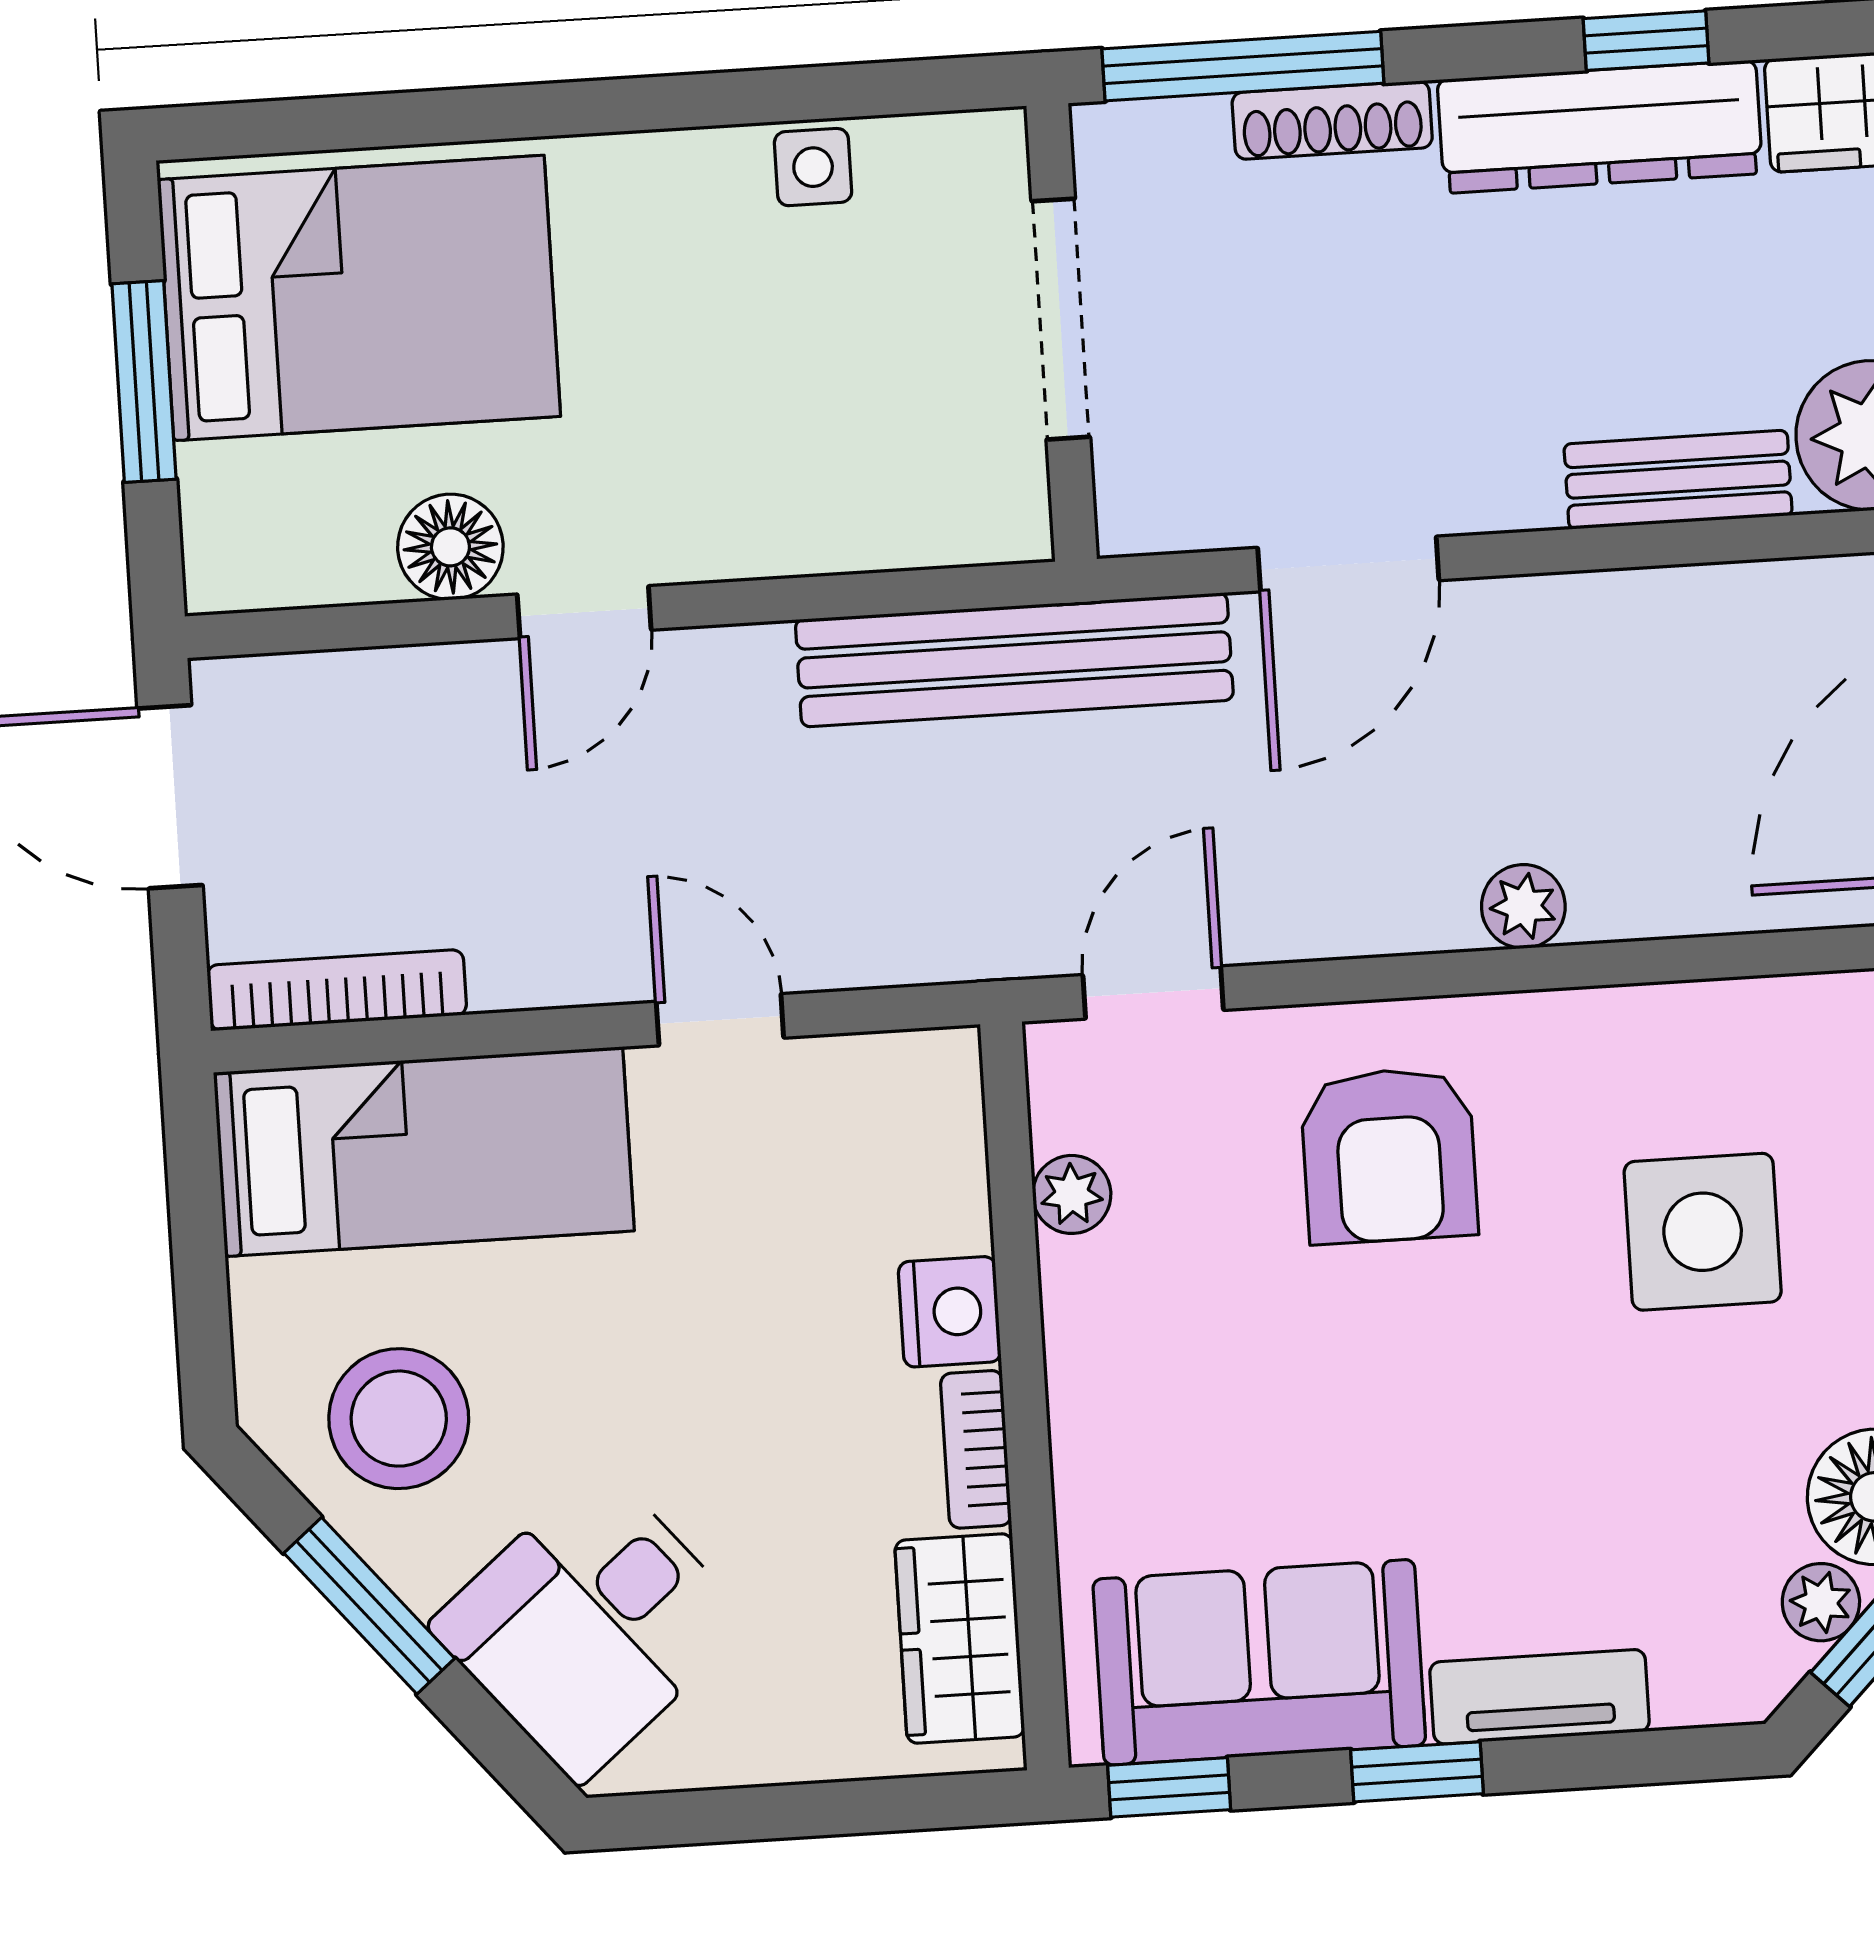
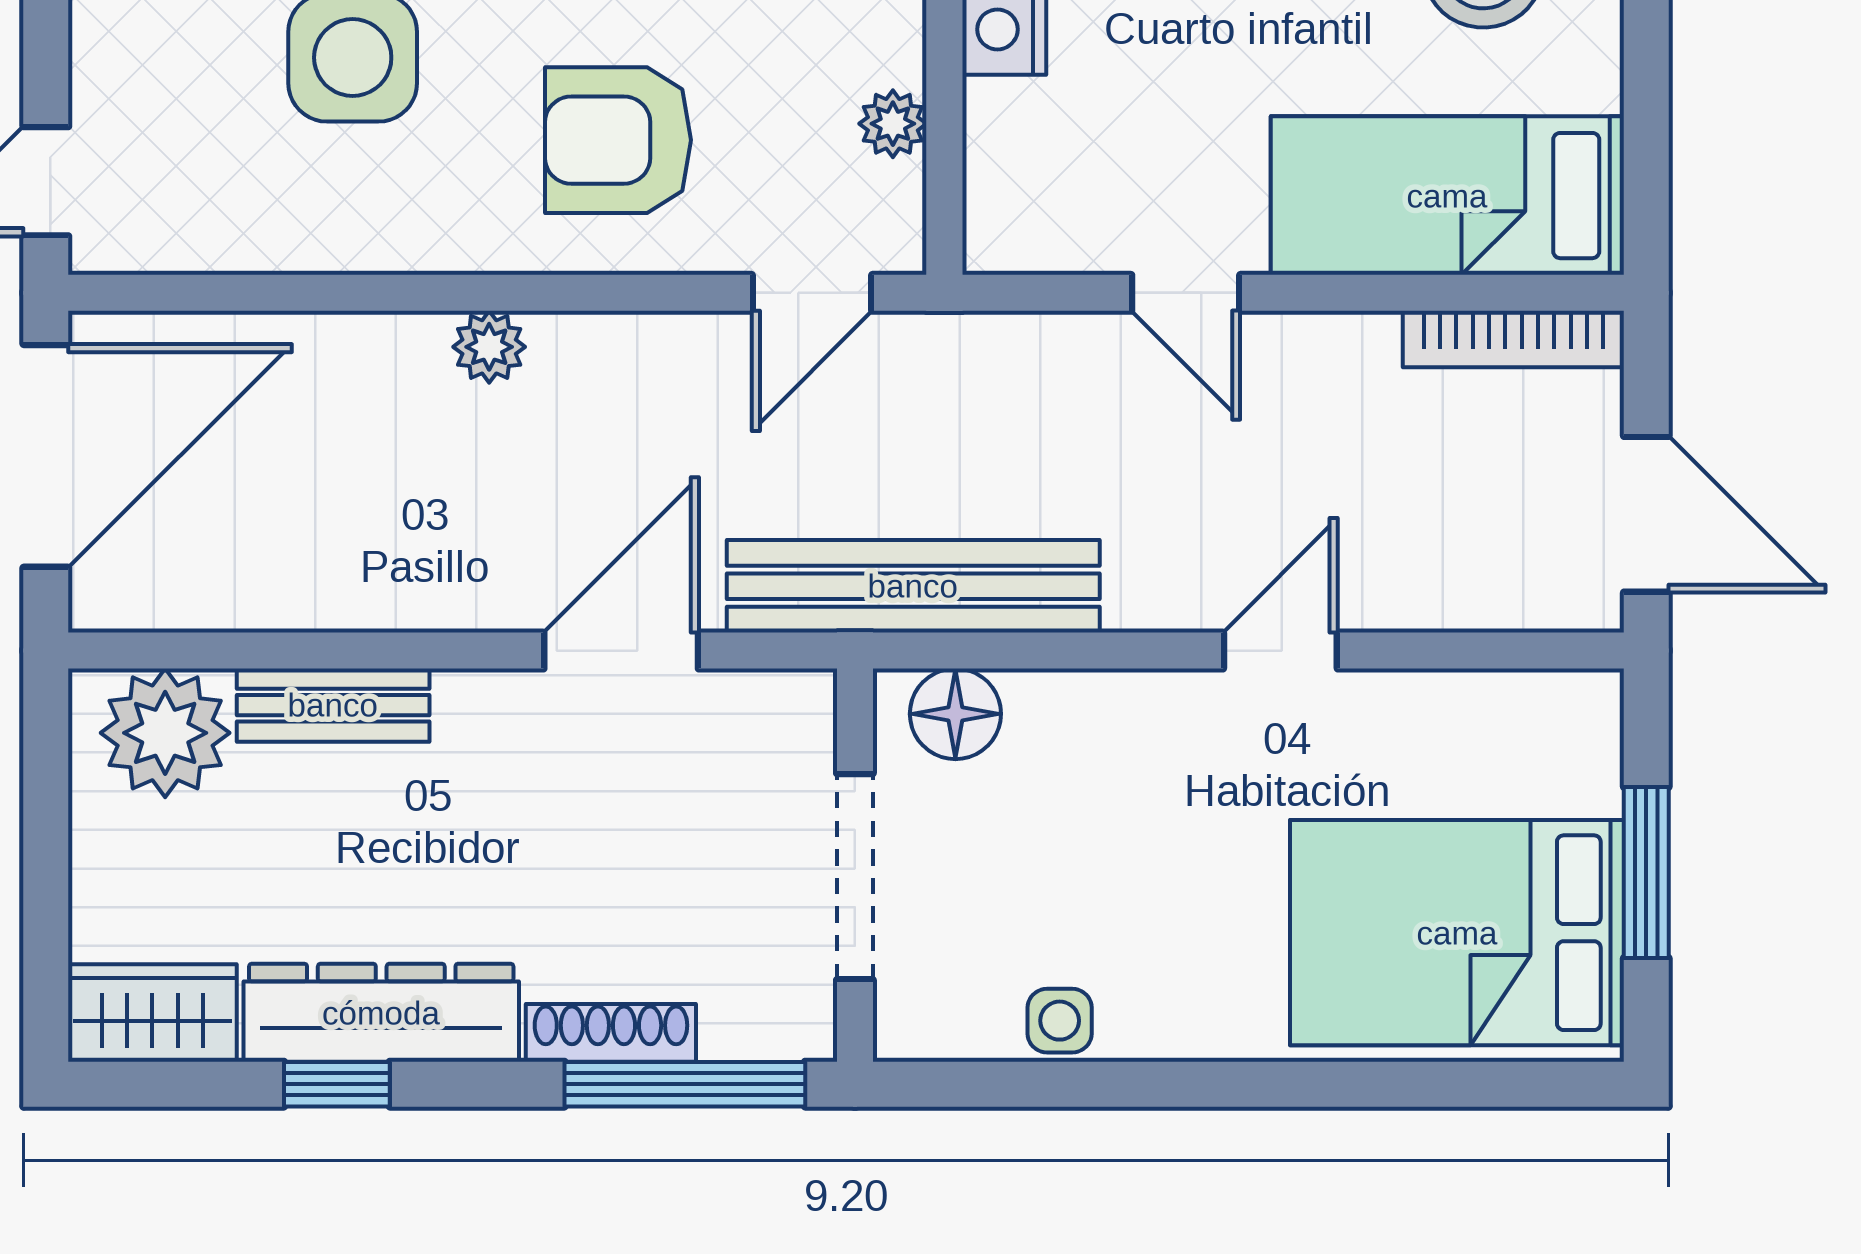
floor lamp: (450, 547) -> (955, 714), moved
armchair: (1389, 1155) -> (618, 140), turned -90

